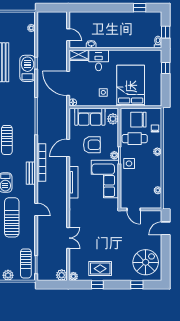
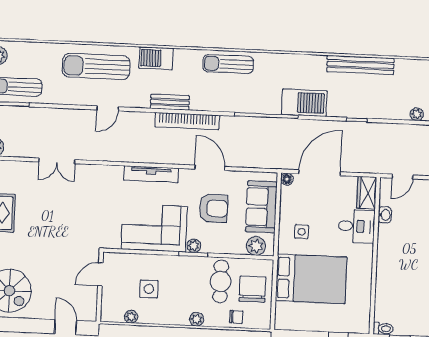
barbecue: (28, 68) -> (304, 103), moved
armchair: (92, 145) -> (213, 208), turned -89
side table: (129, 163) -> (149, 289), moved
sun lounger: (12, 217) -> (96, 66), turned 180

